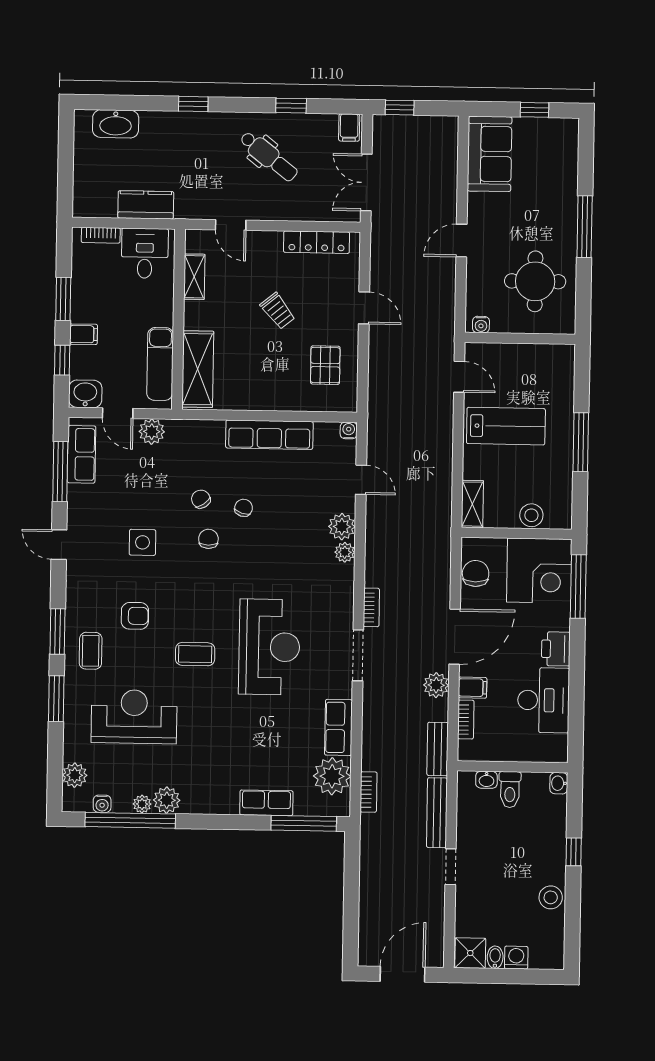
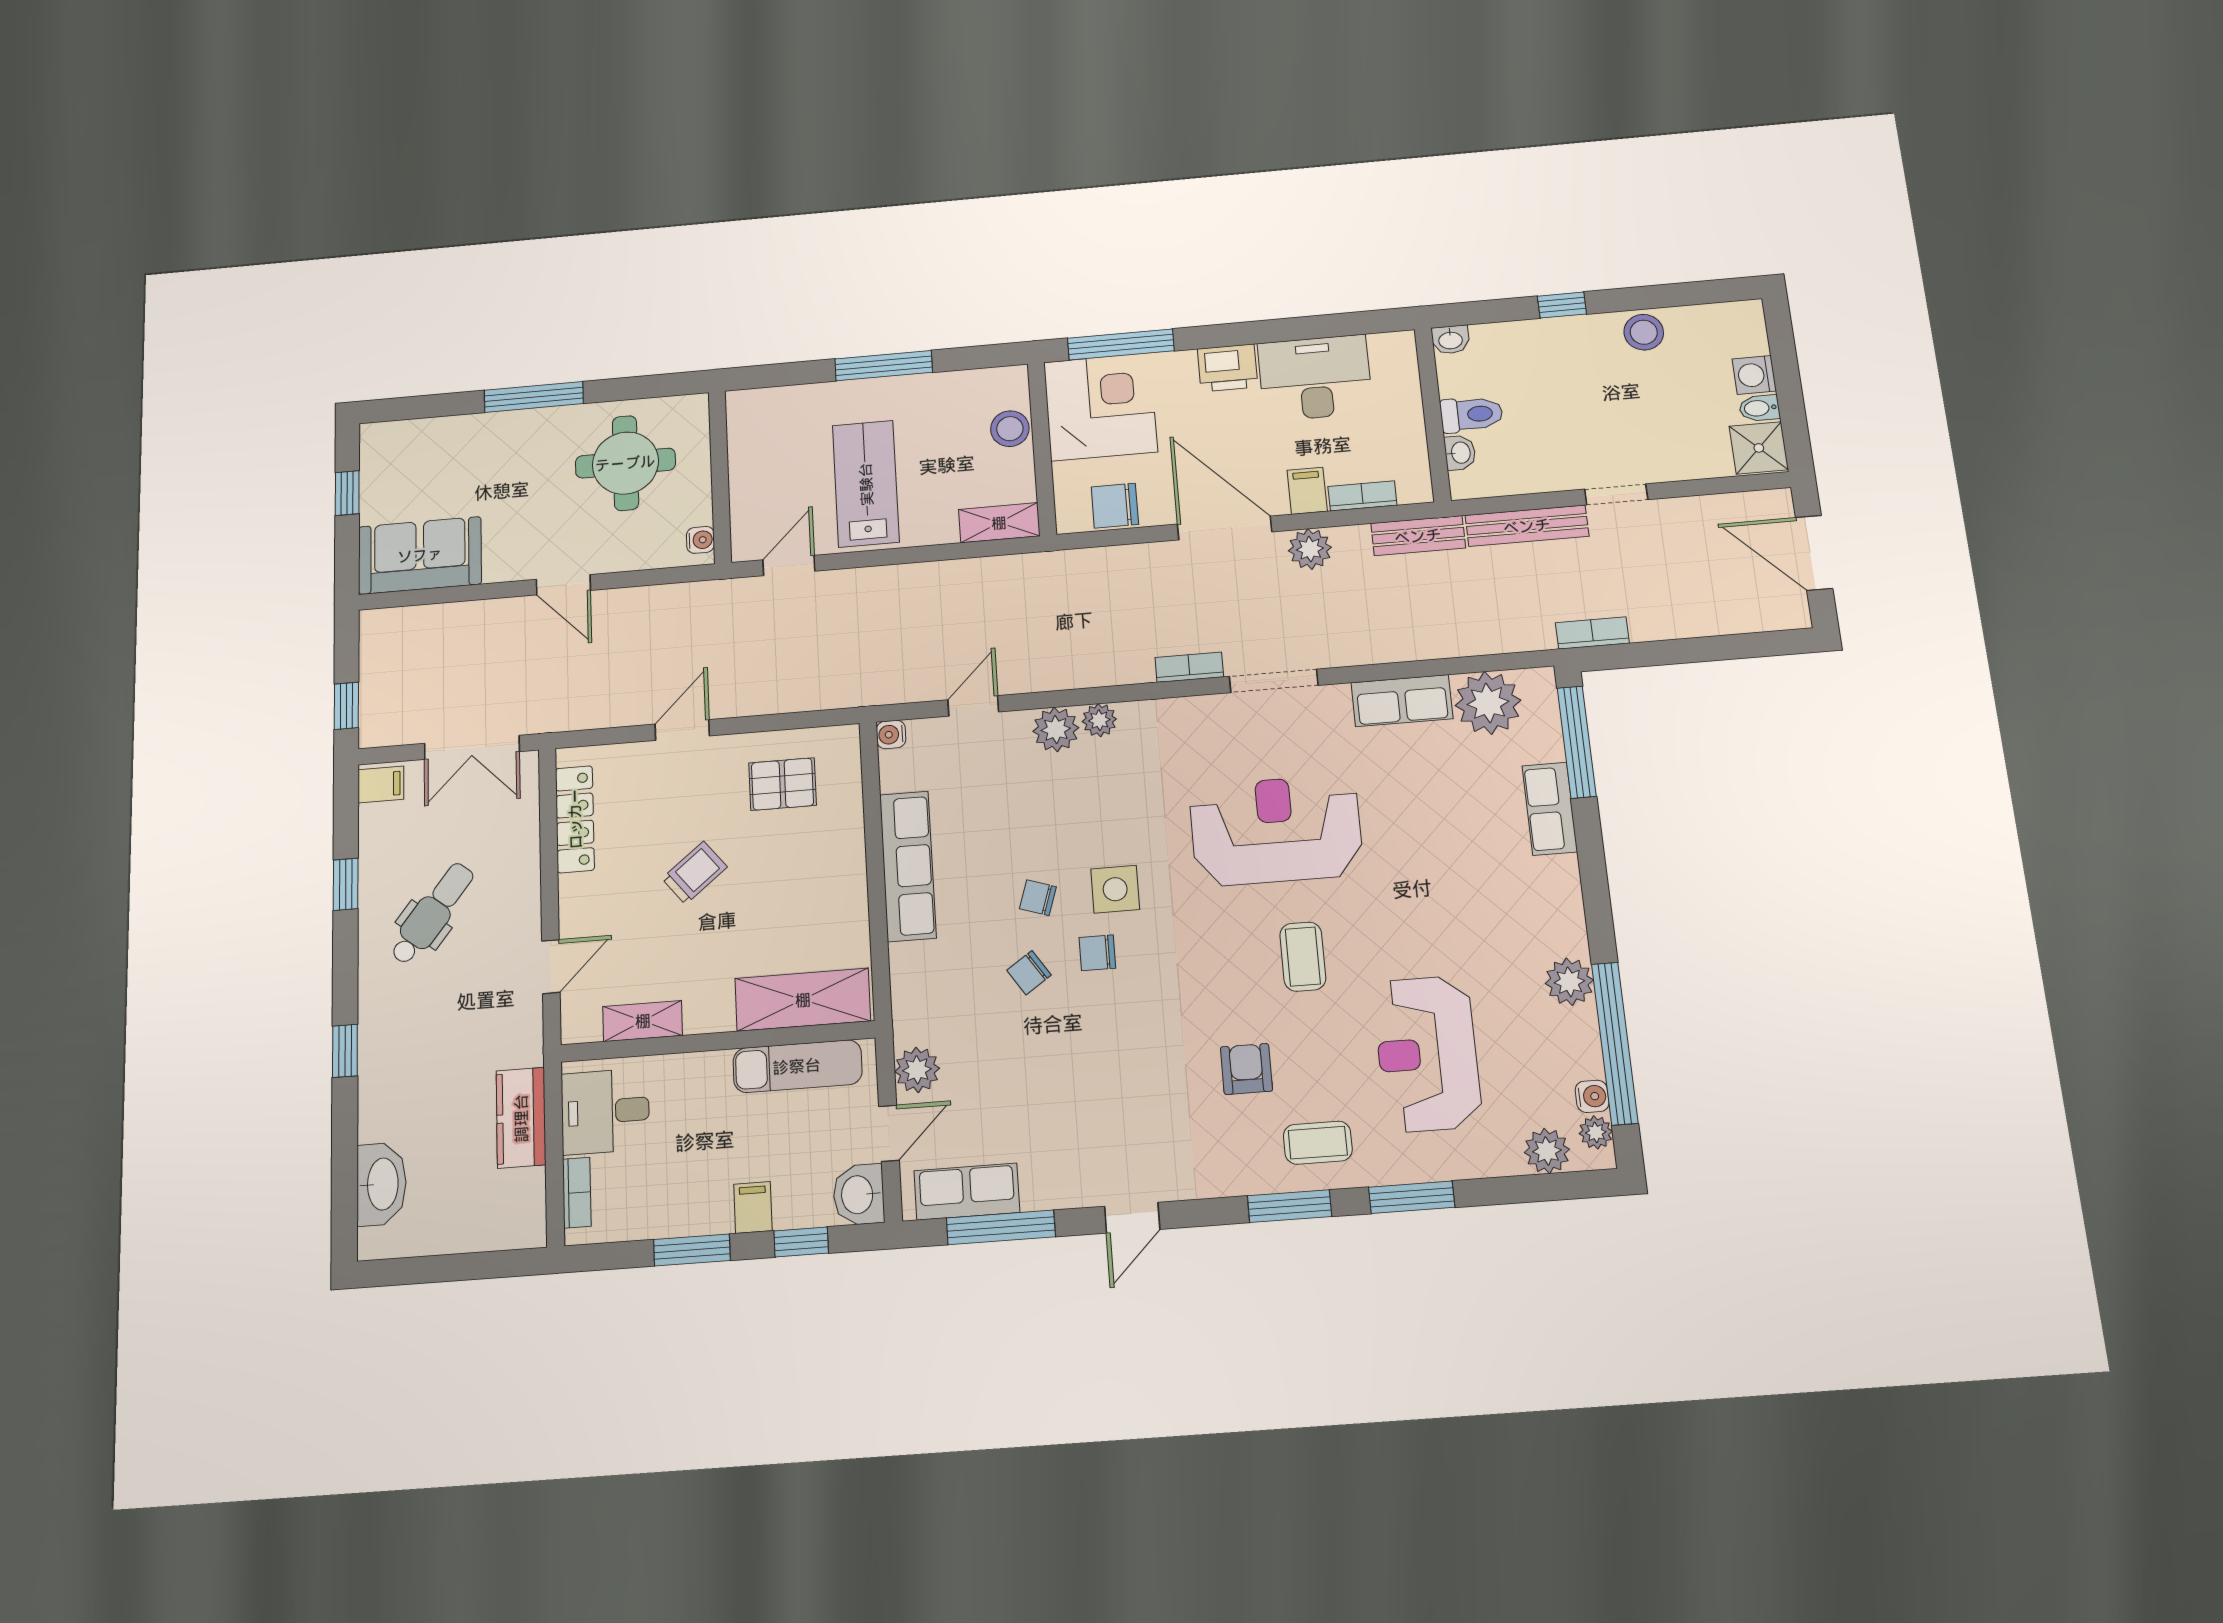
side table: (142, 542) -> (1115, 889), moved
bookcase: (369, 792) -> (1592, 633), moved
plant: (142, 804) -> (1596, 1132), moved

